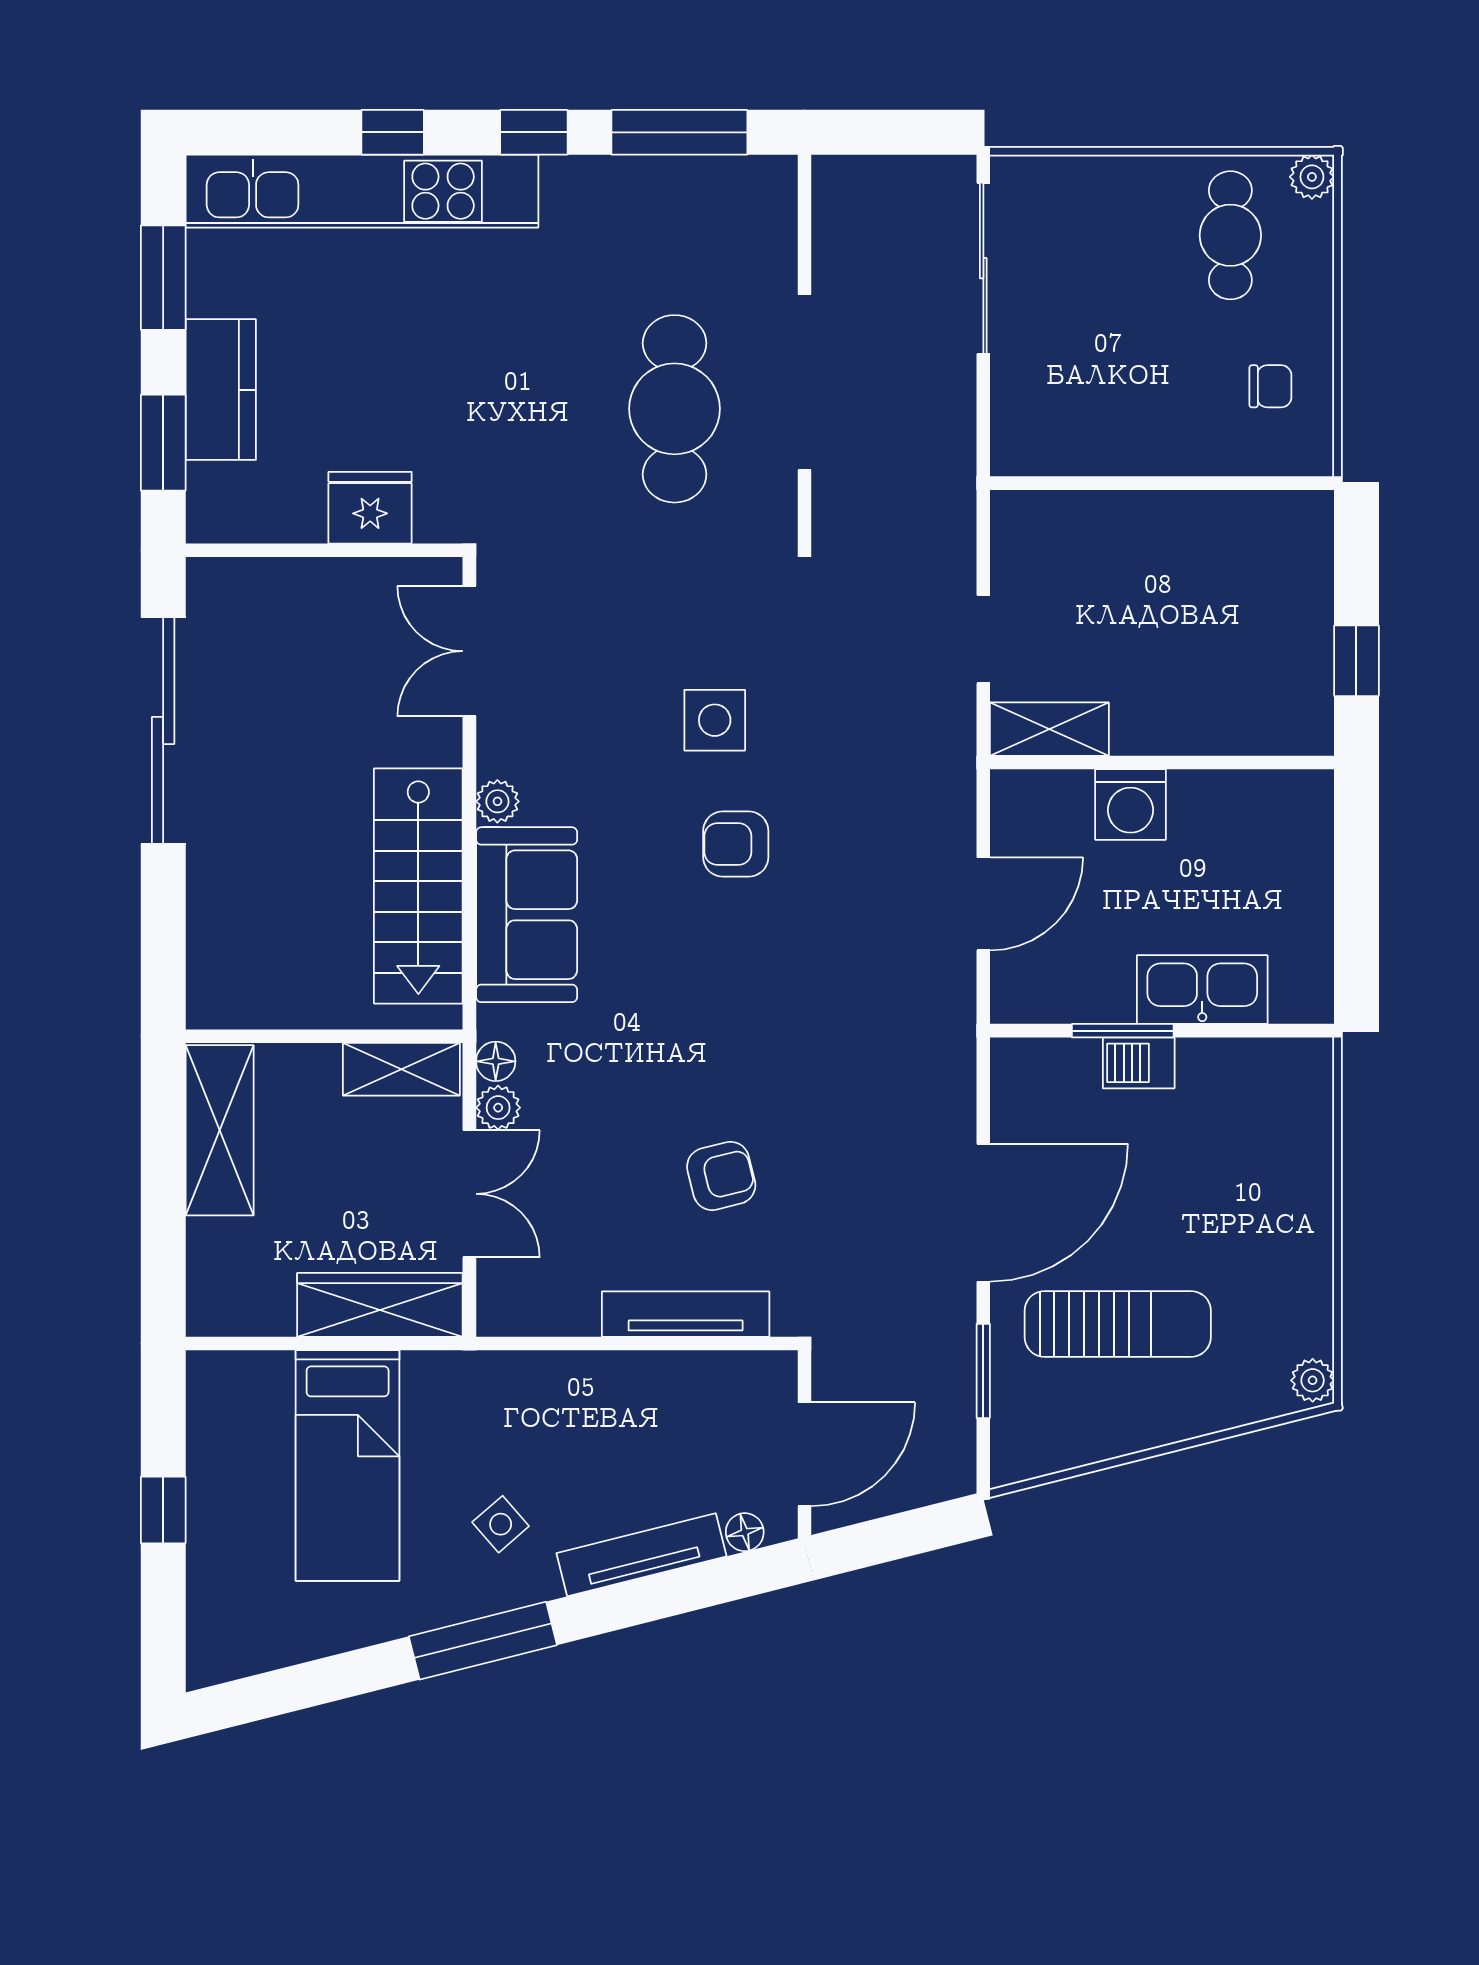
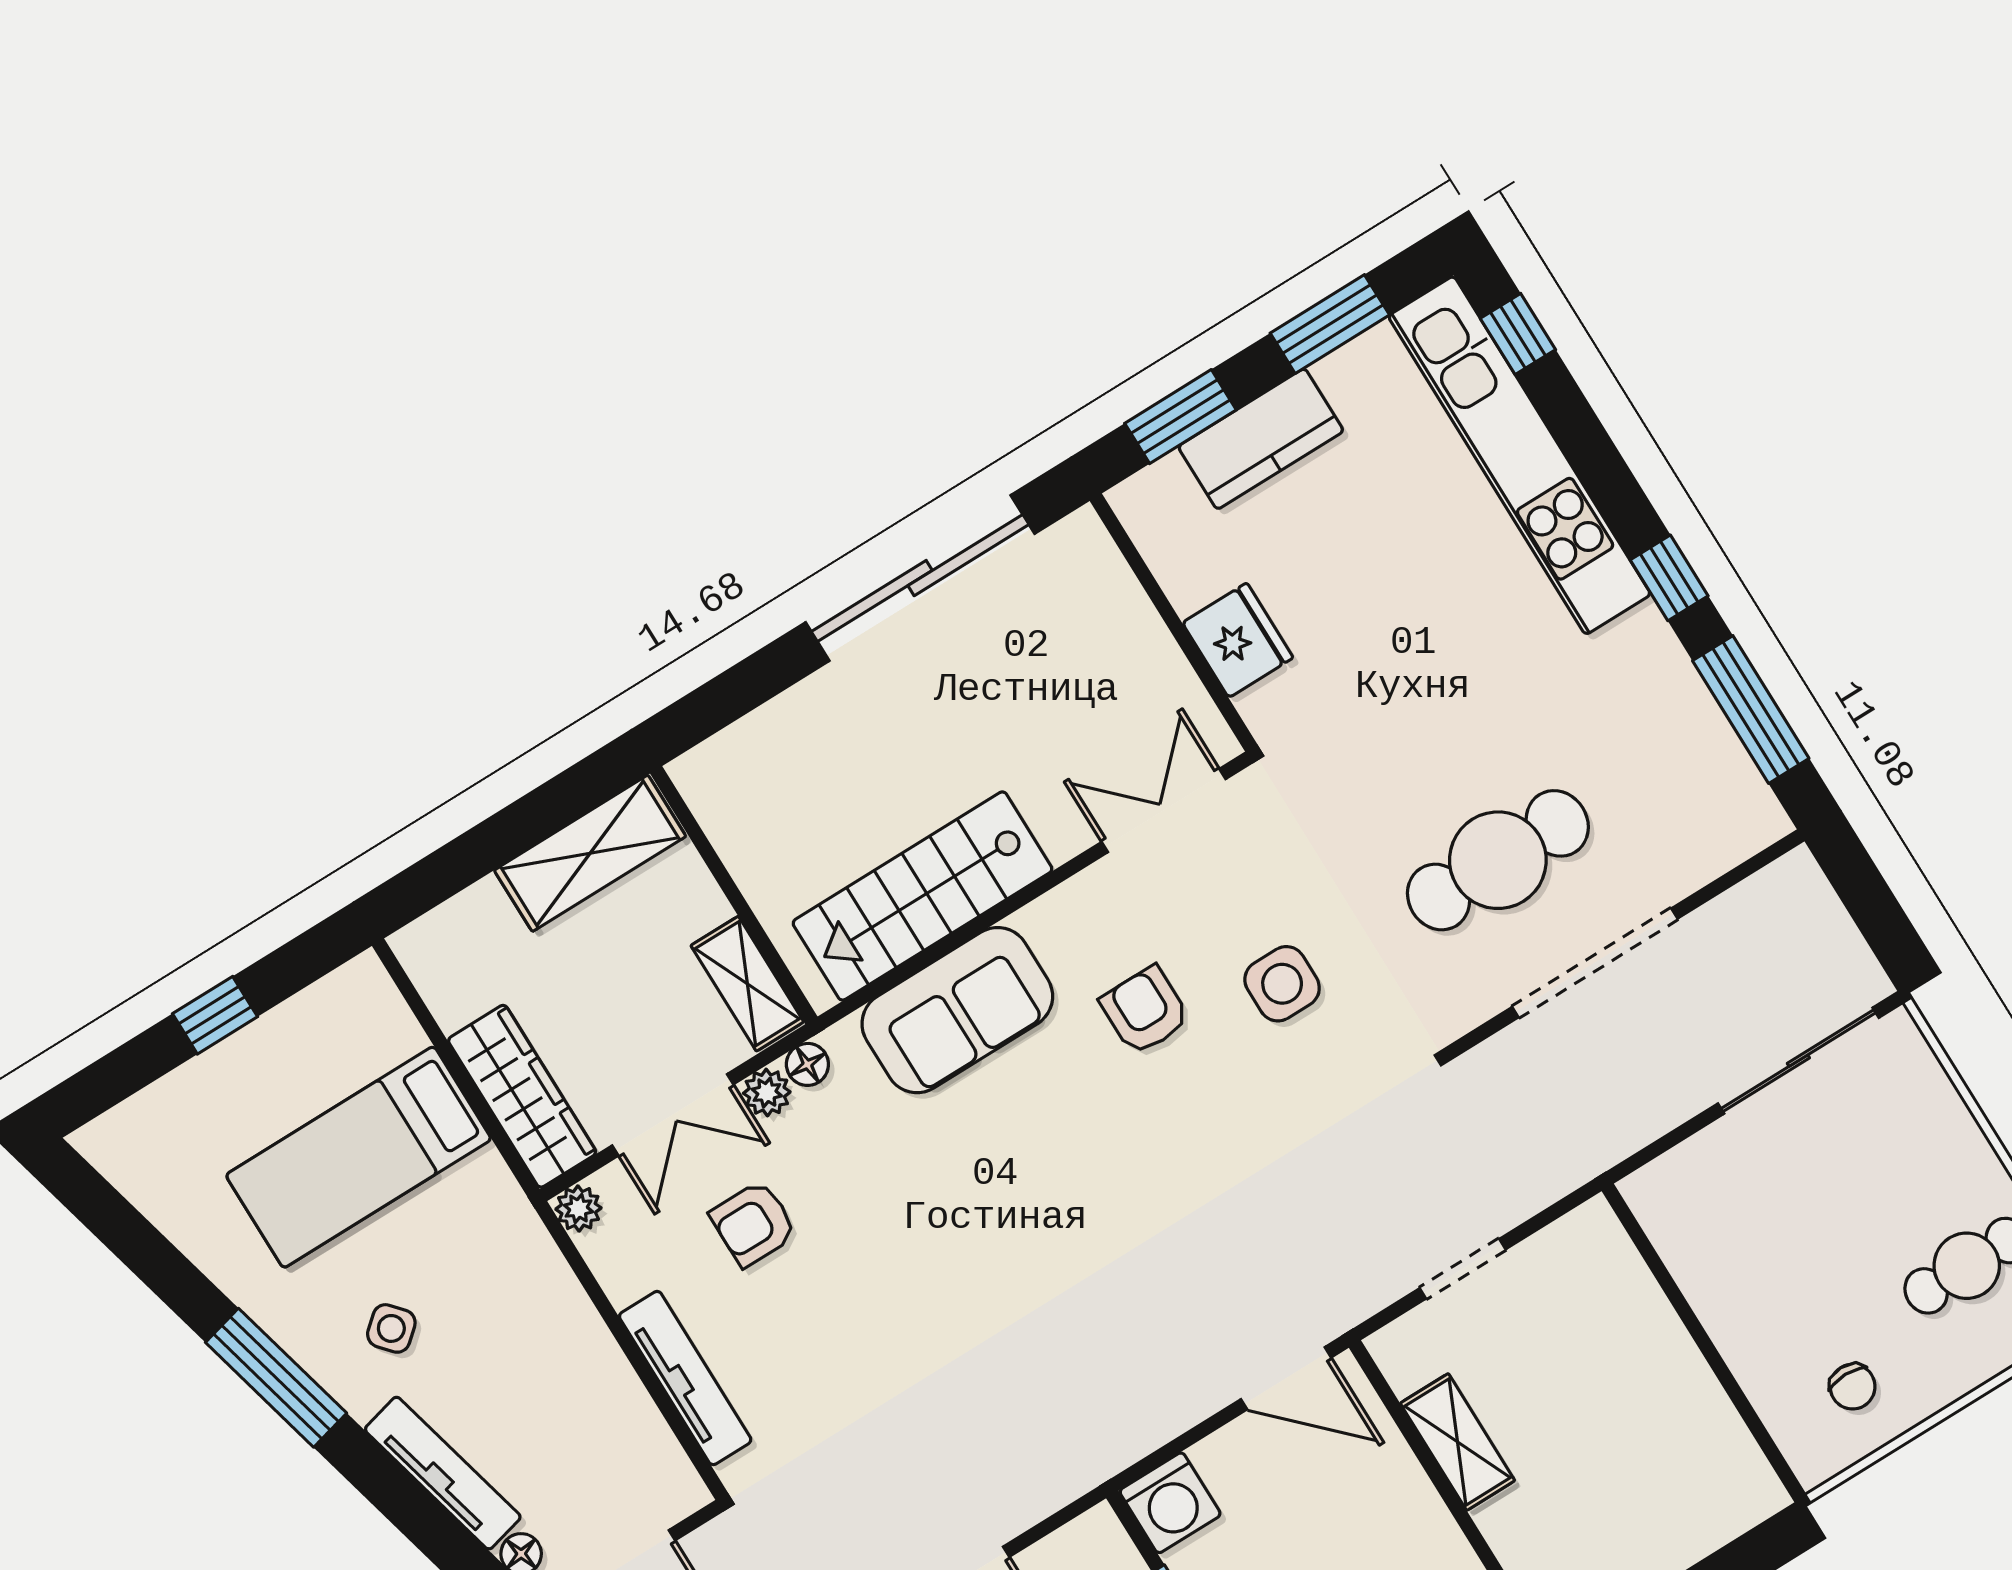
window: (393, 132) -> (1518, 334), moved
side table: (715, 720) -> (1282, 984), moved
shelving: (1049, 729) -> (1457, 1442), moved
plant: (497, 801) -> (578, 1209), moved
washing machine: (1130, 805) -> (1170, 1503), moved, turned -90
armchair: (736, 844) -> (1145, 1010), moved
door: (983, 904) -> (1286, 1378), moved
armchair: (721, 1176) -> (753, 1224), moved, turned 104

